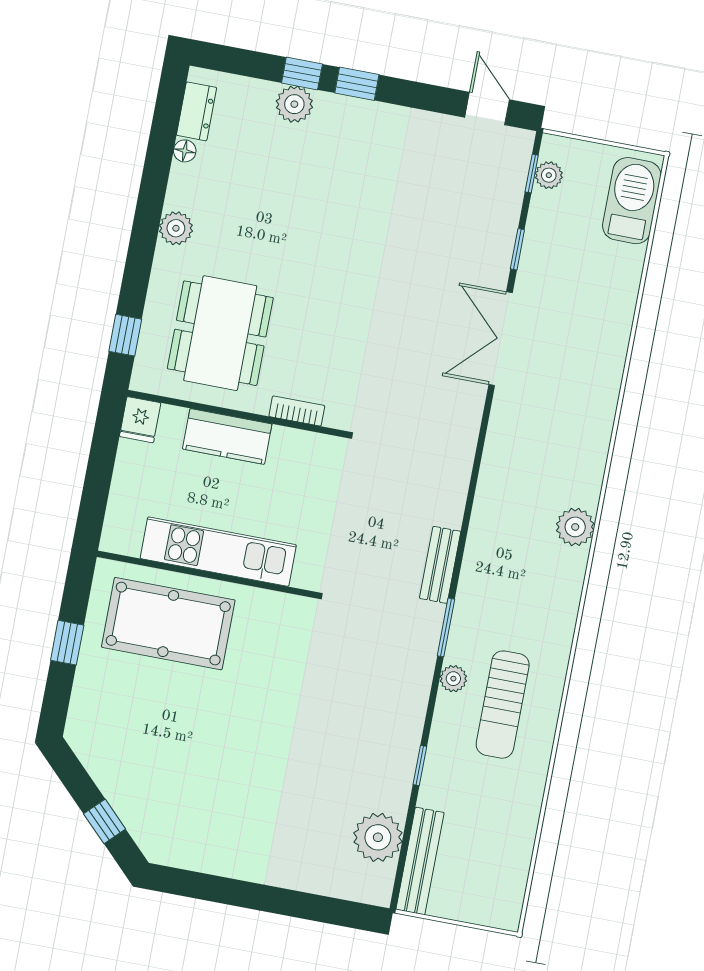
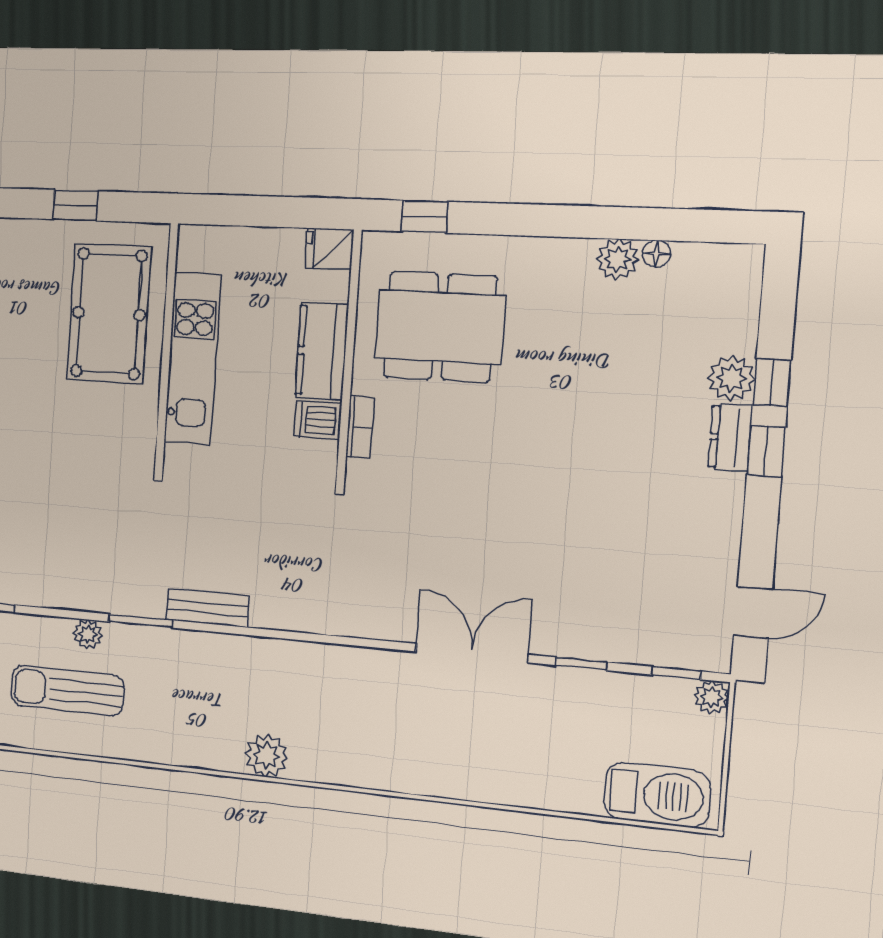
dresser: (197, 111) -> (730, 437), moved, turned 90
plant: (549, 175) -> (711, 697), moved
plant: (176, 228) -> (618, 259), moved
dishwasher: (286, 447) -> (318, 420), added

